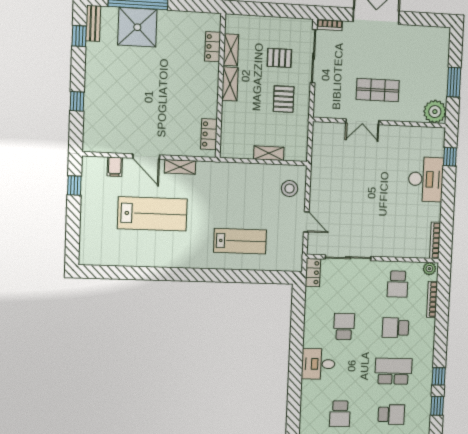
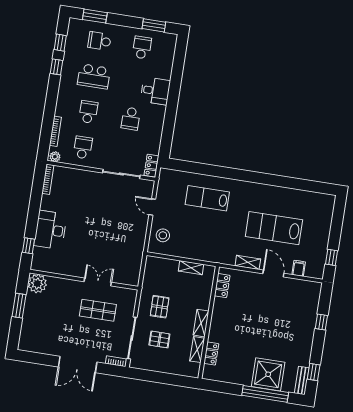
shop shelf: (378, 90) -> (98, 310), moved
shelving: (269, 153) -> (191, 268), moved
school desk: (396, 328) -> (88, 112), turned -90

